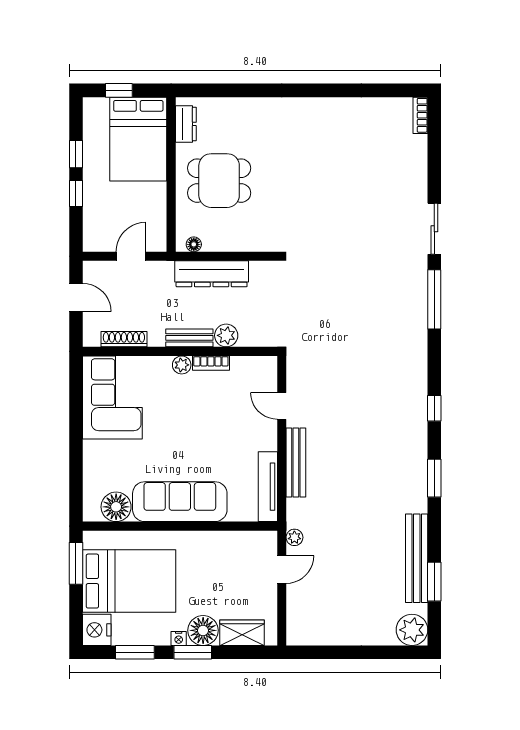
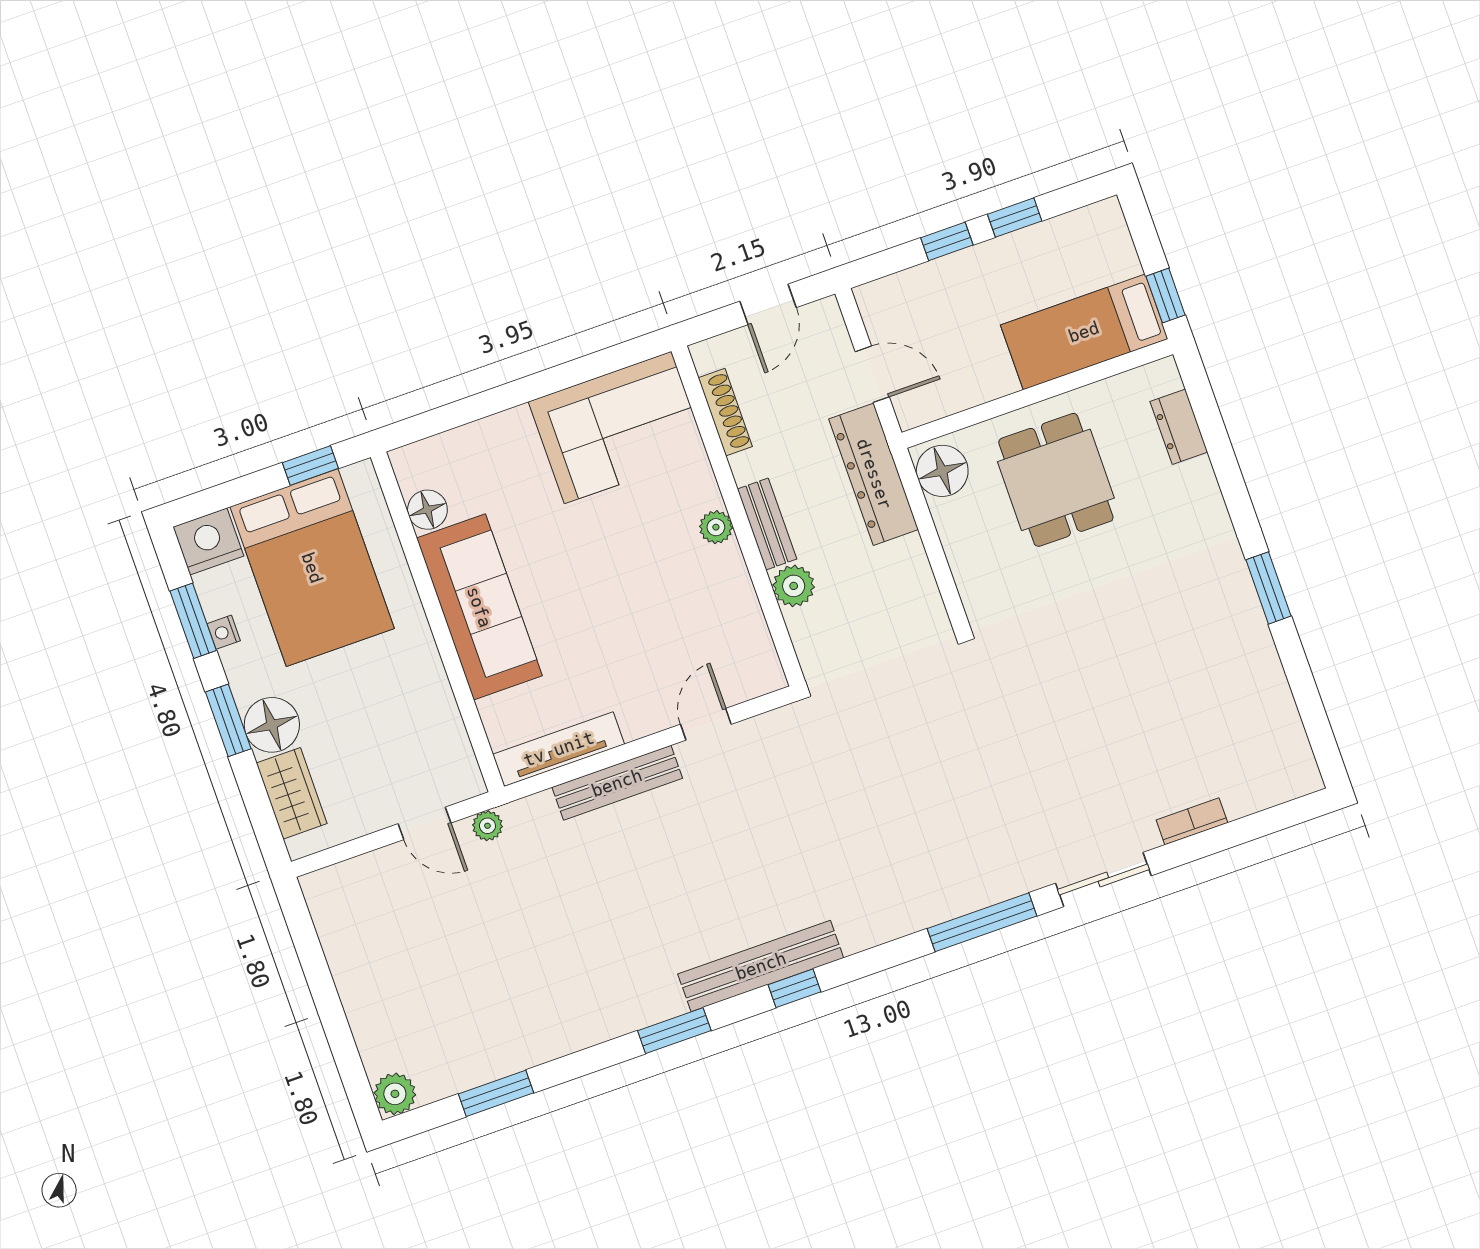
window: (119, 90) -> (1166, 296), moved
window: (314, 90) -> (1269, 588), added
bookcase: (420, 115) -> (1192, 821), moved
dresser: (186, 124) -> (1179, 427), moved, turned 90
bed: (138, 139) -> (1084, 332), width x0.67
floor lamp: (194, 244) -> (942, 471), width x1.89, depth x1.89
dresser: (212, 274) -> (874, 474), moved
bookcase: (211, 363) -> (737, 576), removed
floor lamp: (116, 507) -> (427, 510), width x0.73, depth x0.73
bench: (417, 558) -> (761, 966), moved
window: (76, 563) -> (310, 466), width x0.67
plant: (412, 630) -> (395, 1094), width x0.73, depth x0.73
nightstand: (179, 638) -> (224, 632), moved

